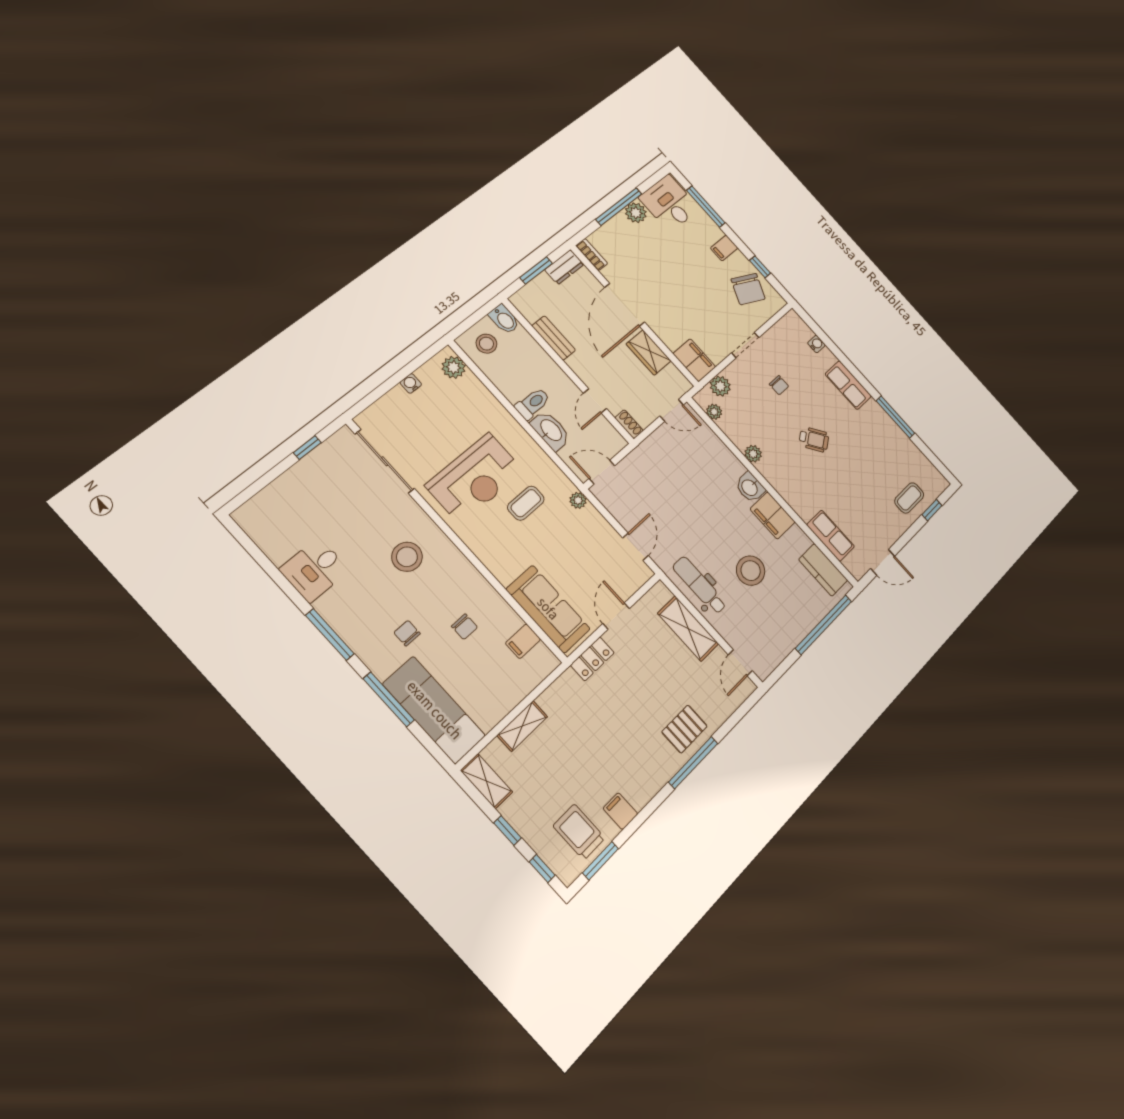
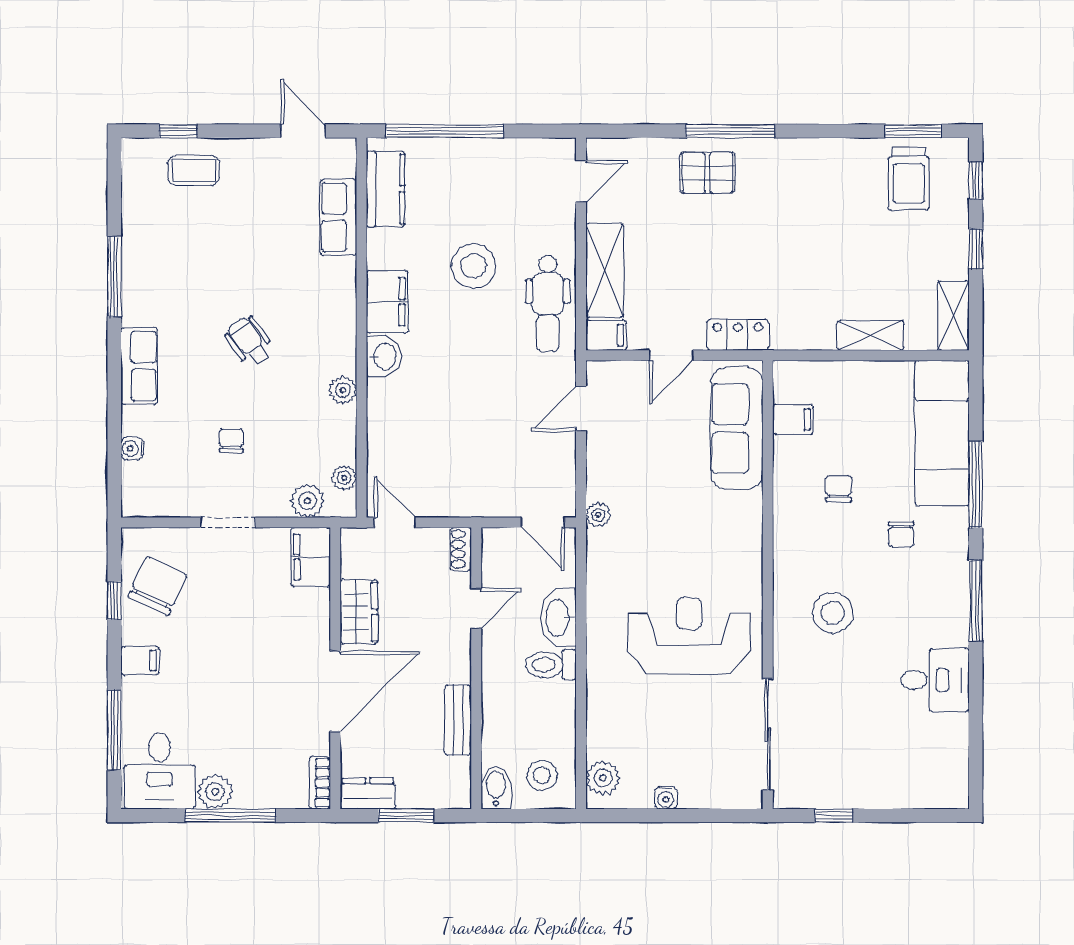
coffee table: (526, 503) -> (658, 561), removed
filing cabinet: (620, 811) -> (606, 335), moved, turned -90

